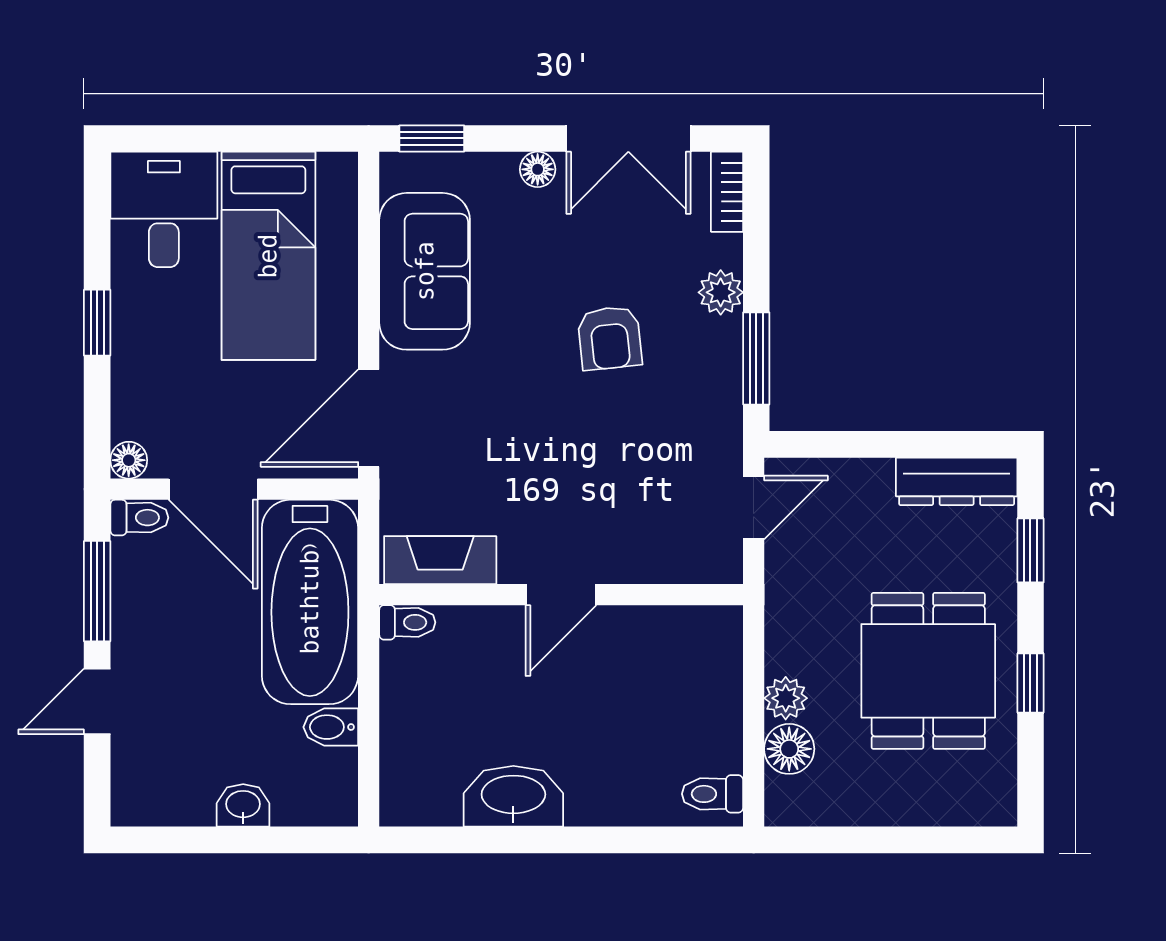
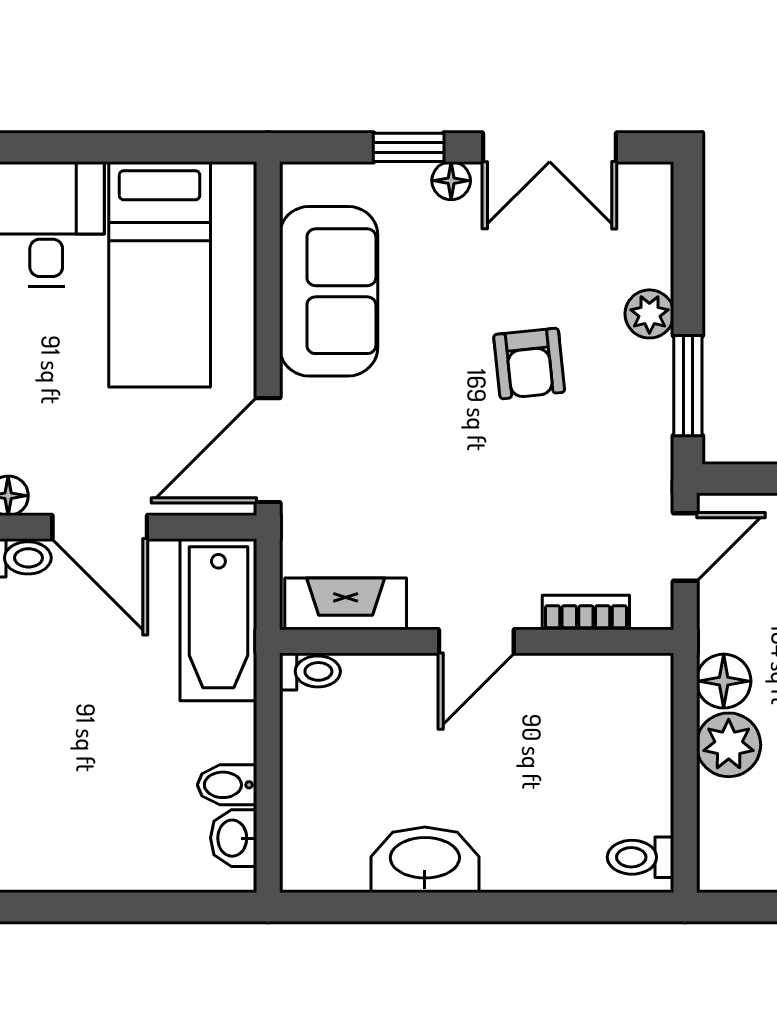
window: (432, 138) -> (409, 147), moved
bookcase: (727, 192) -> (586, 613), moved, turned 90
bathtub: (310, 602) -> (218, 620), width x0.73, depth x0.73
plant: (786, 698) -> (729, 745), width x1.38, depth x1.38
floor lamp: (789, 749) -> (724, 681), moved
washbasin: (243, 805) -> (234, 838), moved, turned -90

